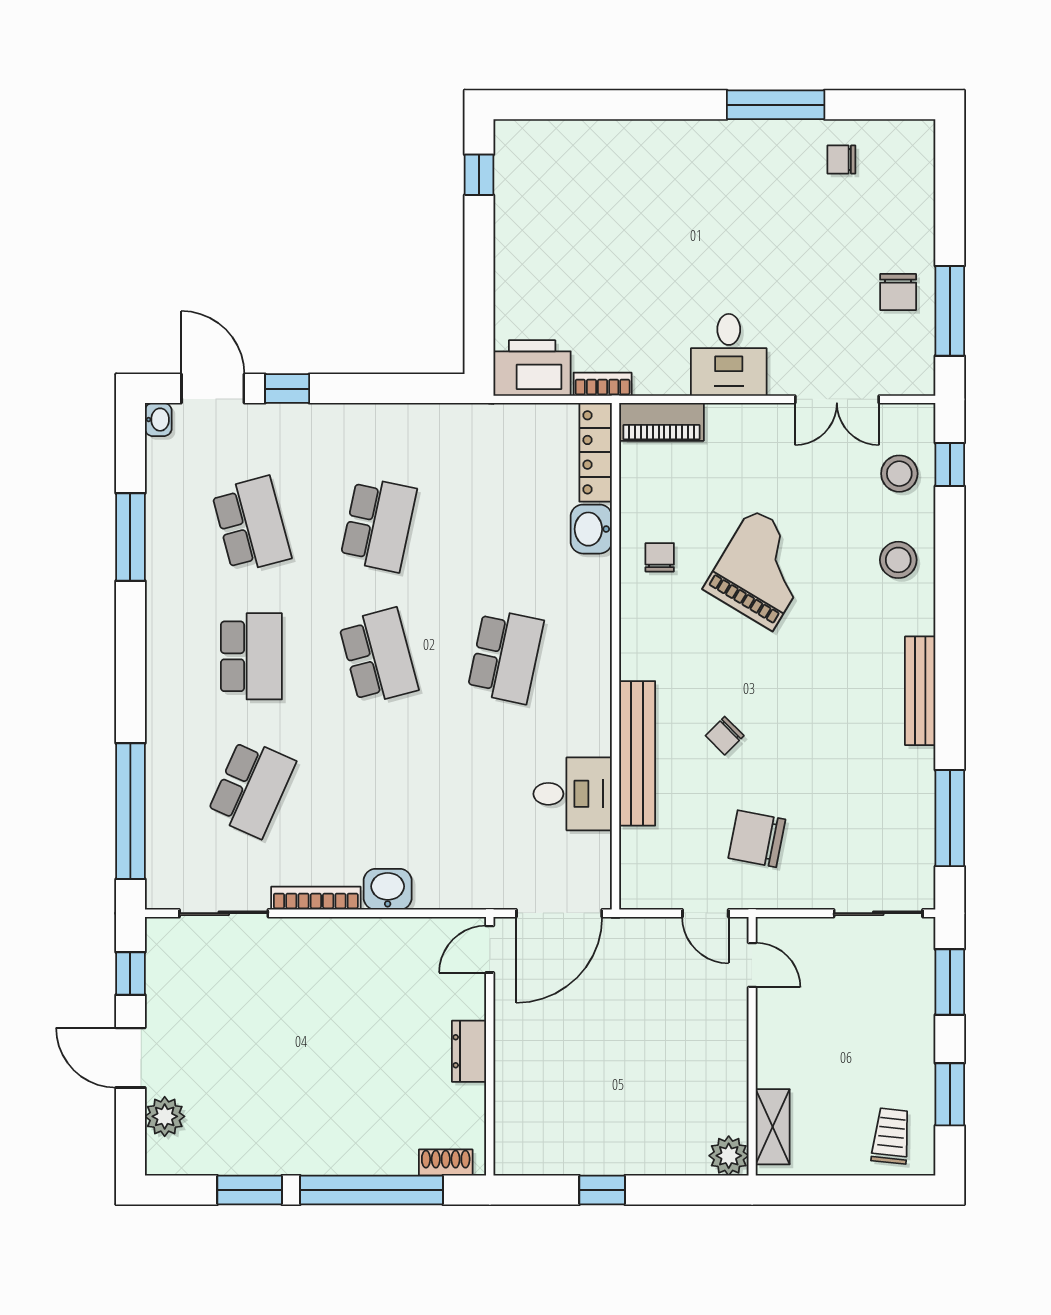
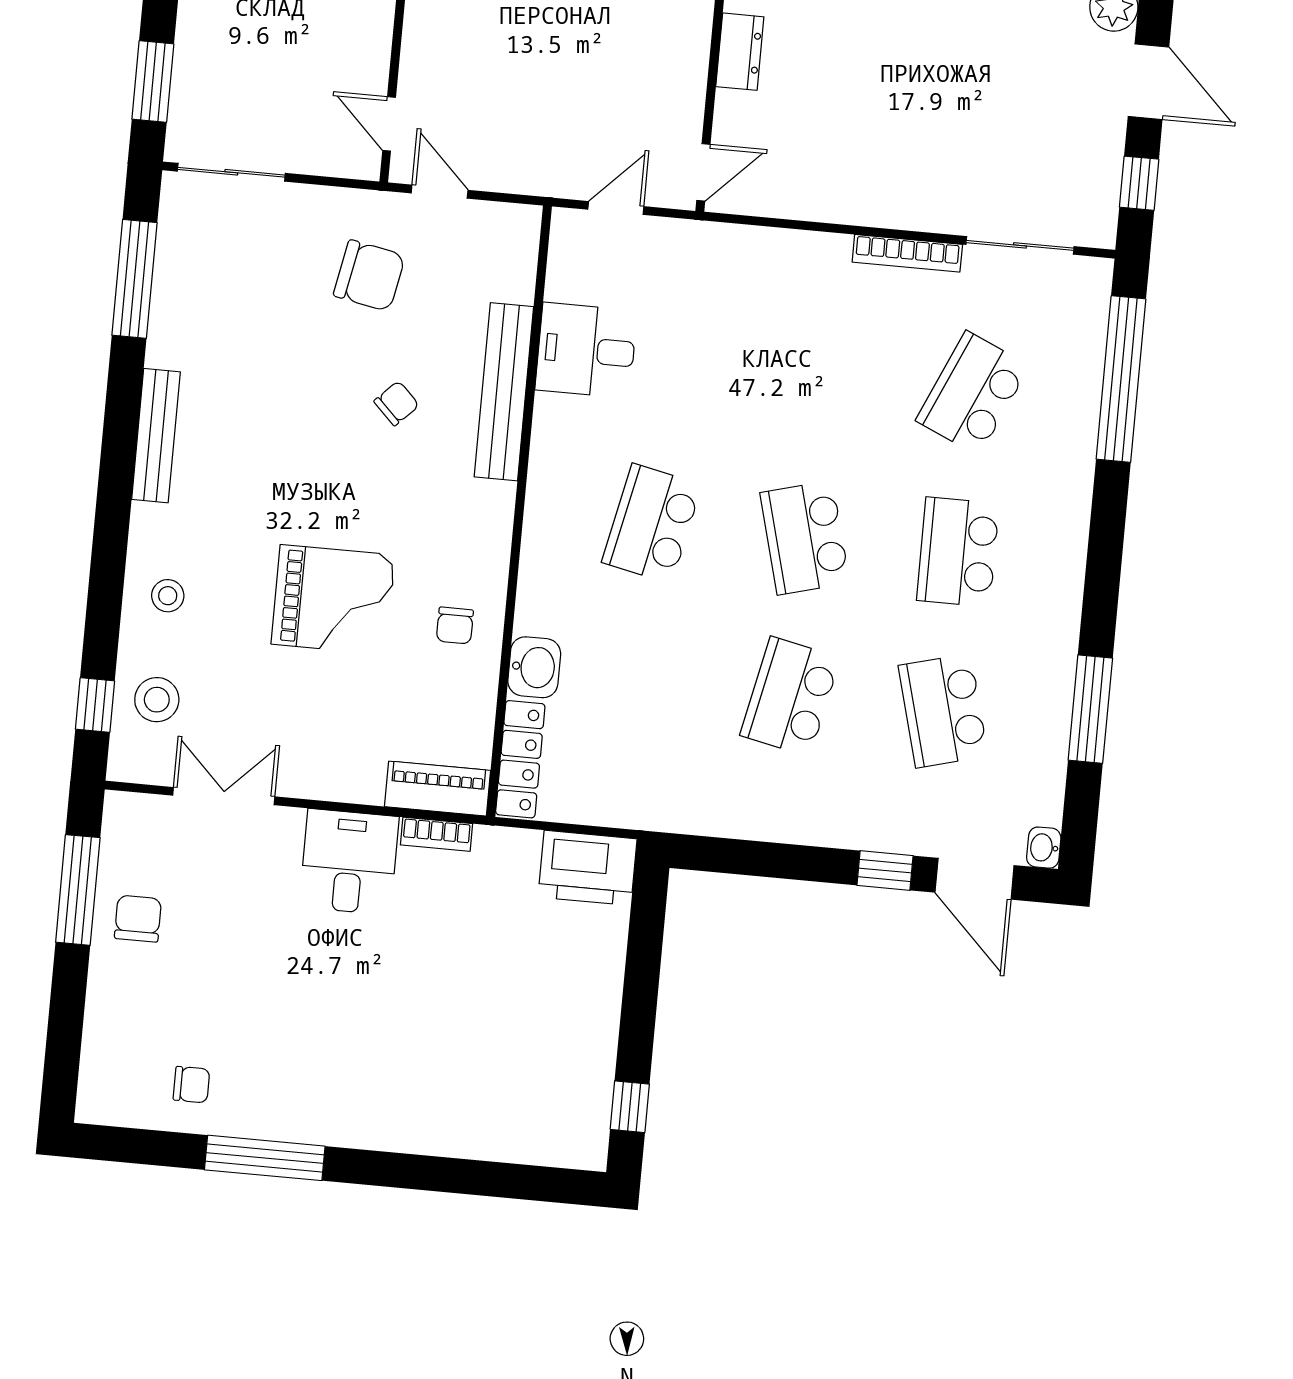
bookcase: (603, 384) -> (436, 834), moved
stool: (898, 560) -> (168, 596), width x0.73, depth x0.73
grand piano: (762, 569) -> (333, 600), turned -121
washbasin: (388, 889) -> (820, 256), removed
door: (559, 913) -> (616, 208), width x0.53

